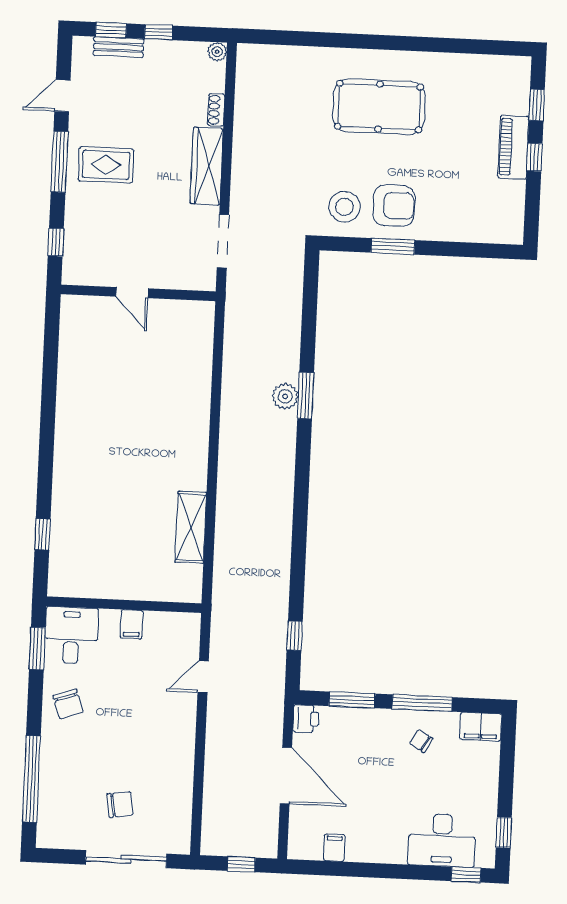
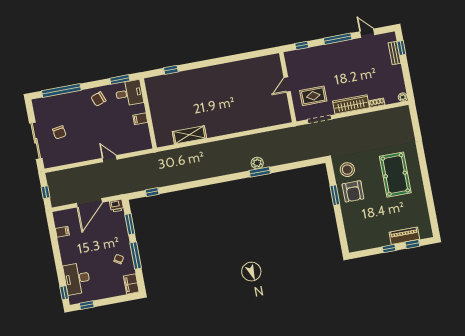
window: (159, 32) -> (405, 69), removed
piano: (513, 147) -> (404, 236), moved
rug: (106, 165) -> (313, 96), moved, turned 90
door: (203, 677) -> (110, 159), moved

